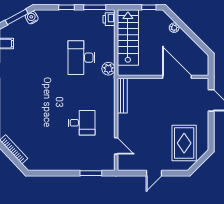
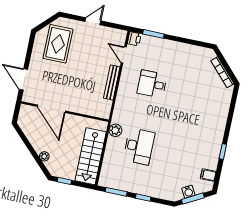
water cooler: (32, 18) -> (188, 192), moved
printer: (109, 19) -> (134, 39), moved
bench: (122, 96) -> (112, 82), moved

